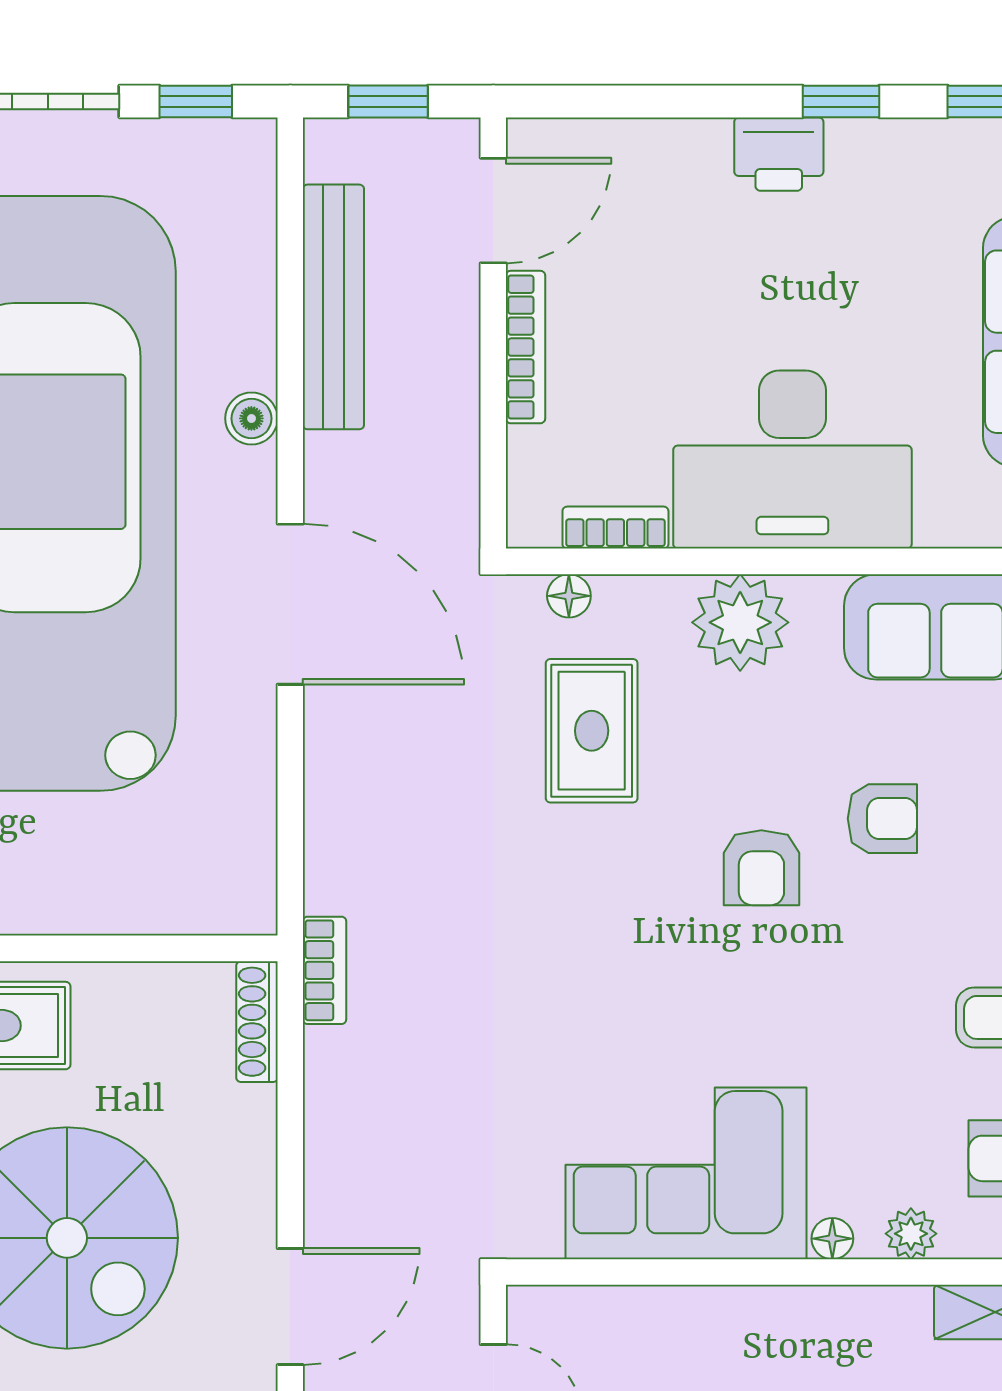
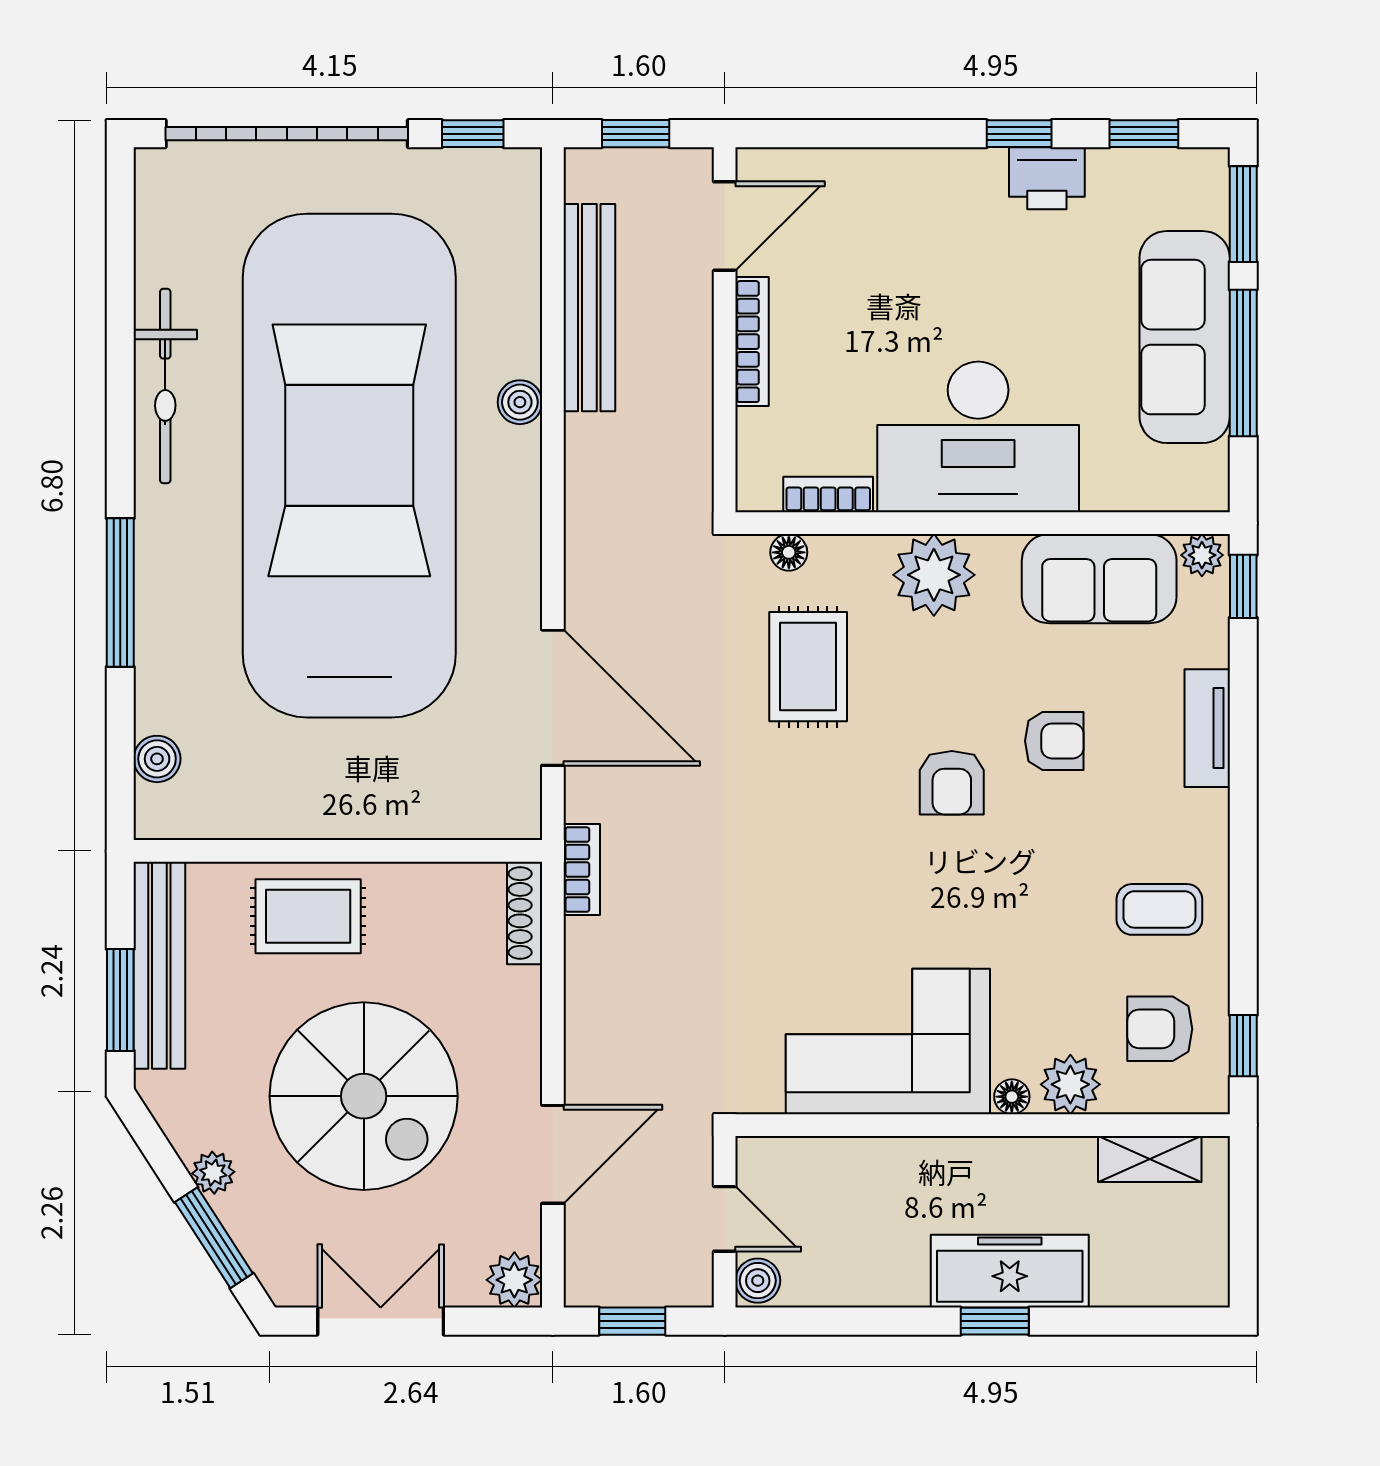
printer: (779, 154) -> (1047, 178), moved
door: (290, 604) -> (553, 698), moved
plant: (911, 1234) -> (1070, 1084), width x1.38, depth x1.38

